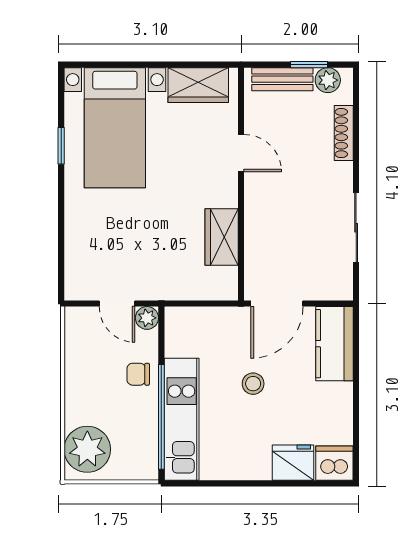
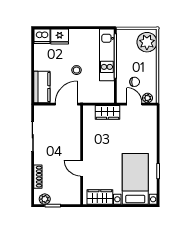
bench: (282, 79) -> (64, 199), removed
wardrobe: (222, 237) -> (107, 112), moved, turned 90
plant: (147, 318) -> (147, 98), moved
chair: (138, 374) -> (135, 82), moved

